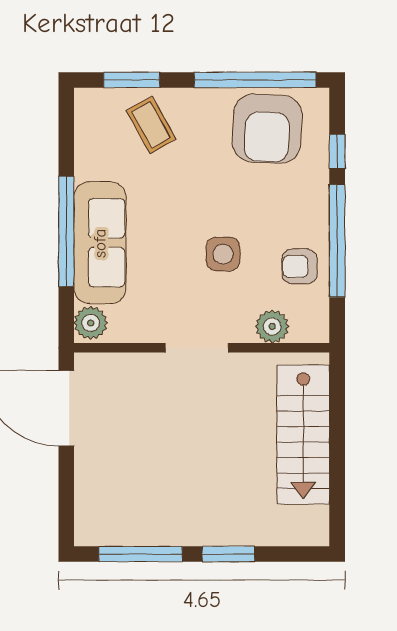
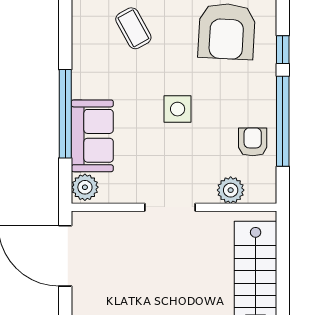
sofa: (100, 243) -> (92, 136), width x0.73
side table: (223, 254) -> (178, 109), moved
armchair: (300, 266) -> (253, 142), turned 90

